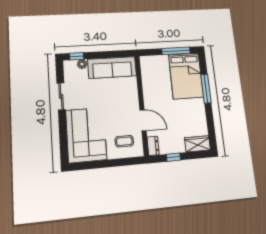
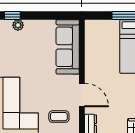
sofa: (112, 67) -> (68, 47), moved, turned 90

